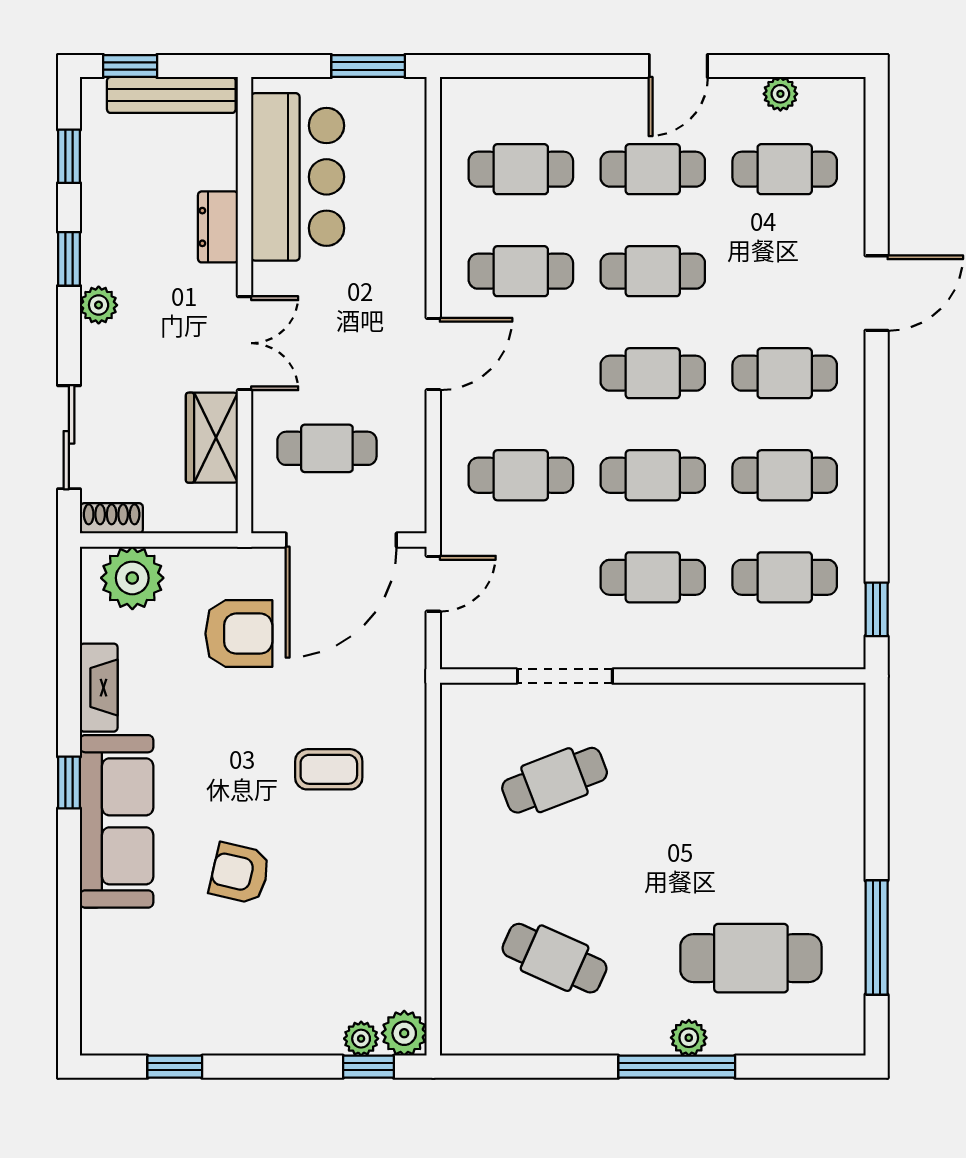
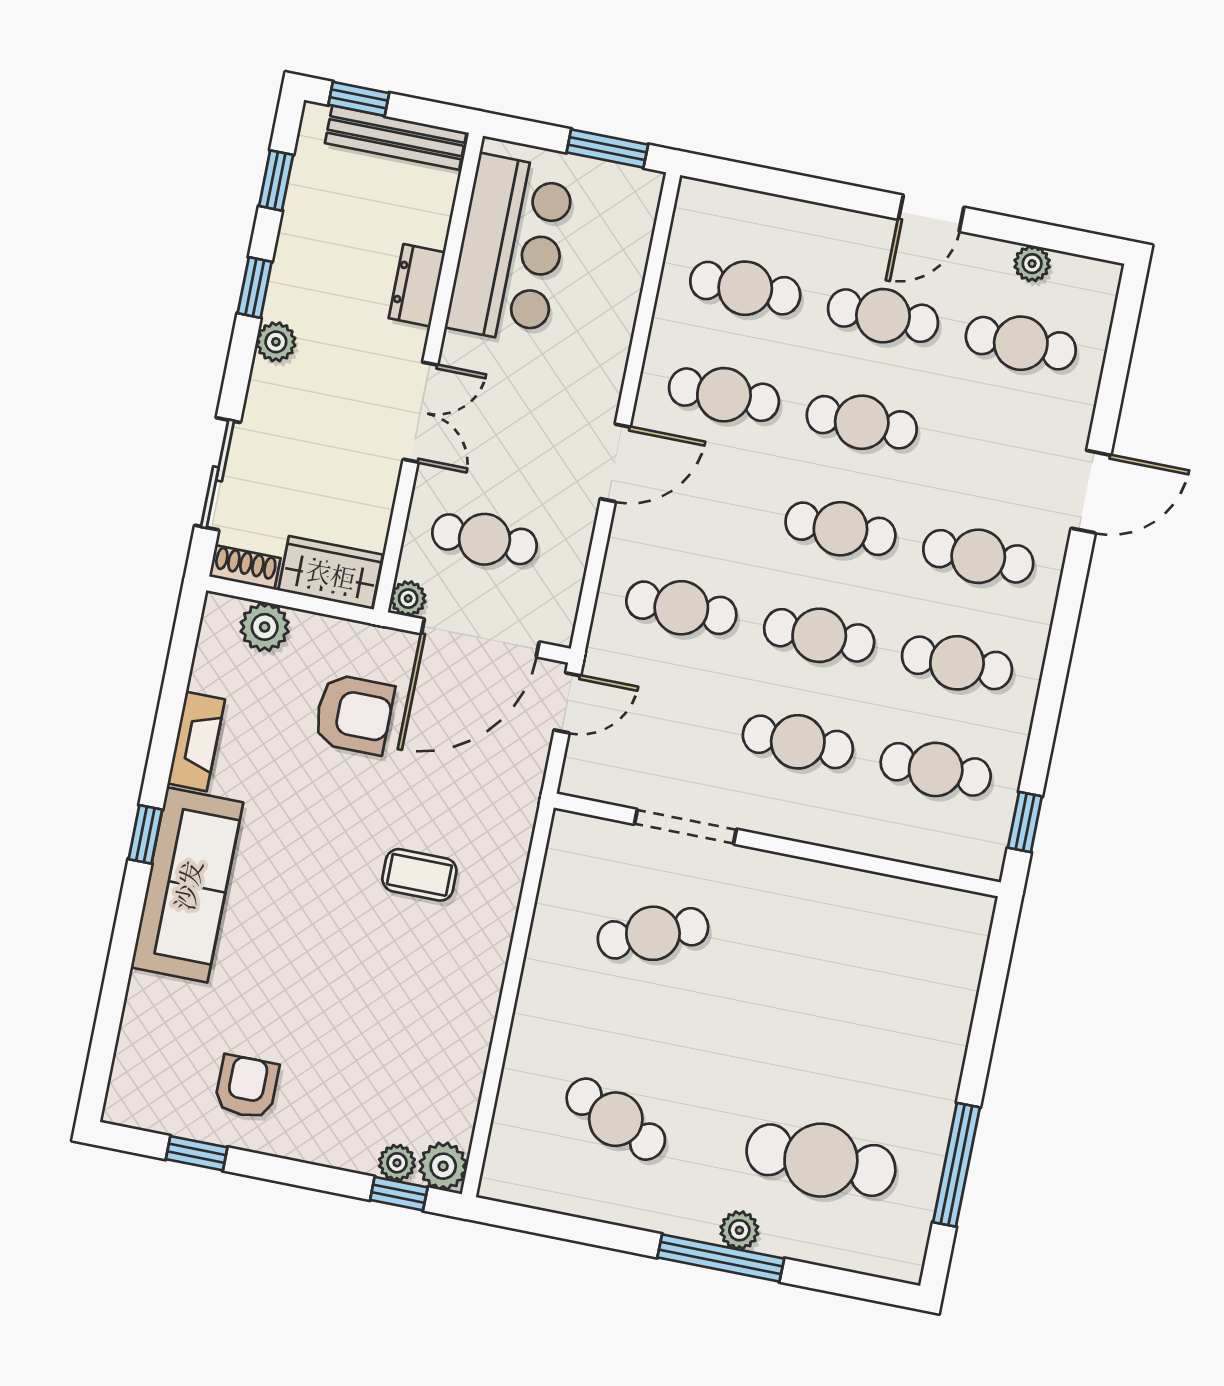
wardrobe: (212, 438) -> (331, 573), moved, turned 90
plant: (268, 517) -> (408, 599), added
plant: (132, 578) -> (265, 627), width x0.73, depth x0.73
armchair: (240, 873) -> (247, 1087), moved, turned 77

